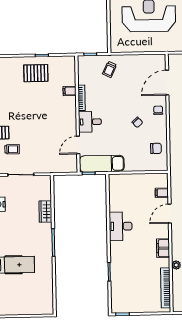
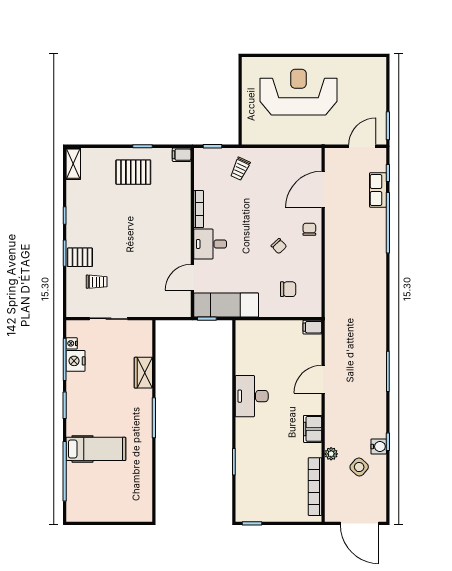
filing cabinet: (70, 91) -> (182, 155), moved
chair: (156, 148) -> (288, 289), moved
filing cabinet: (162, 193) -> (312, 327), moved

